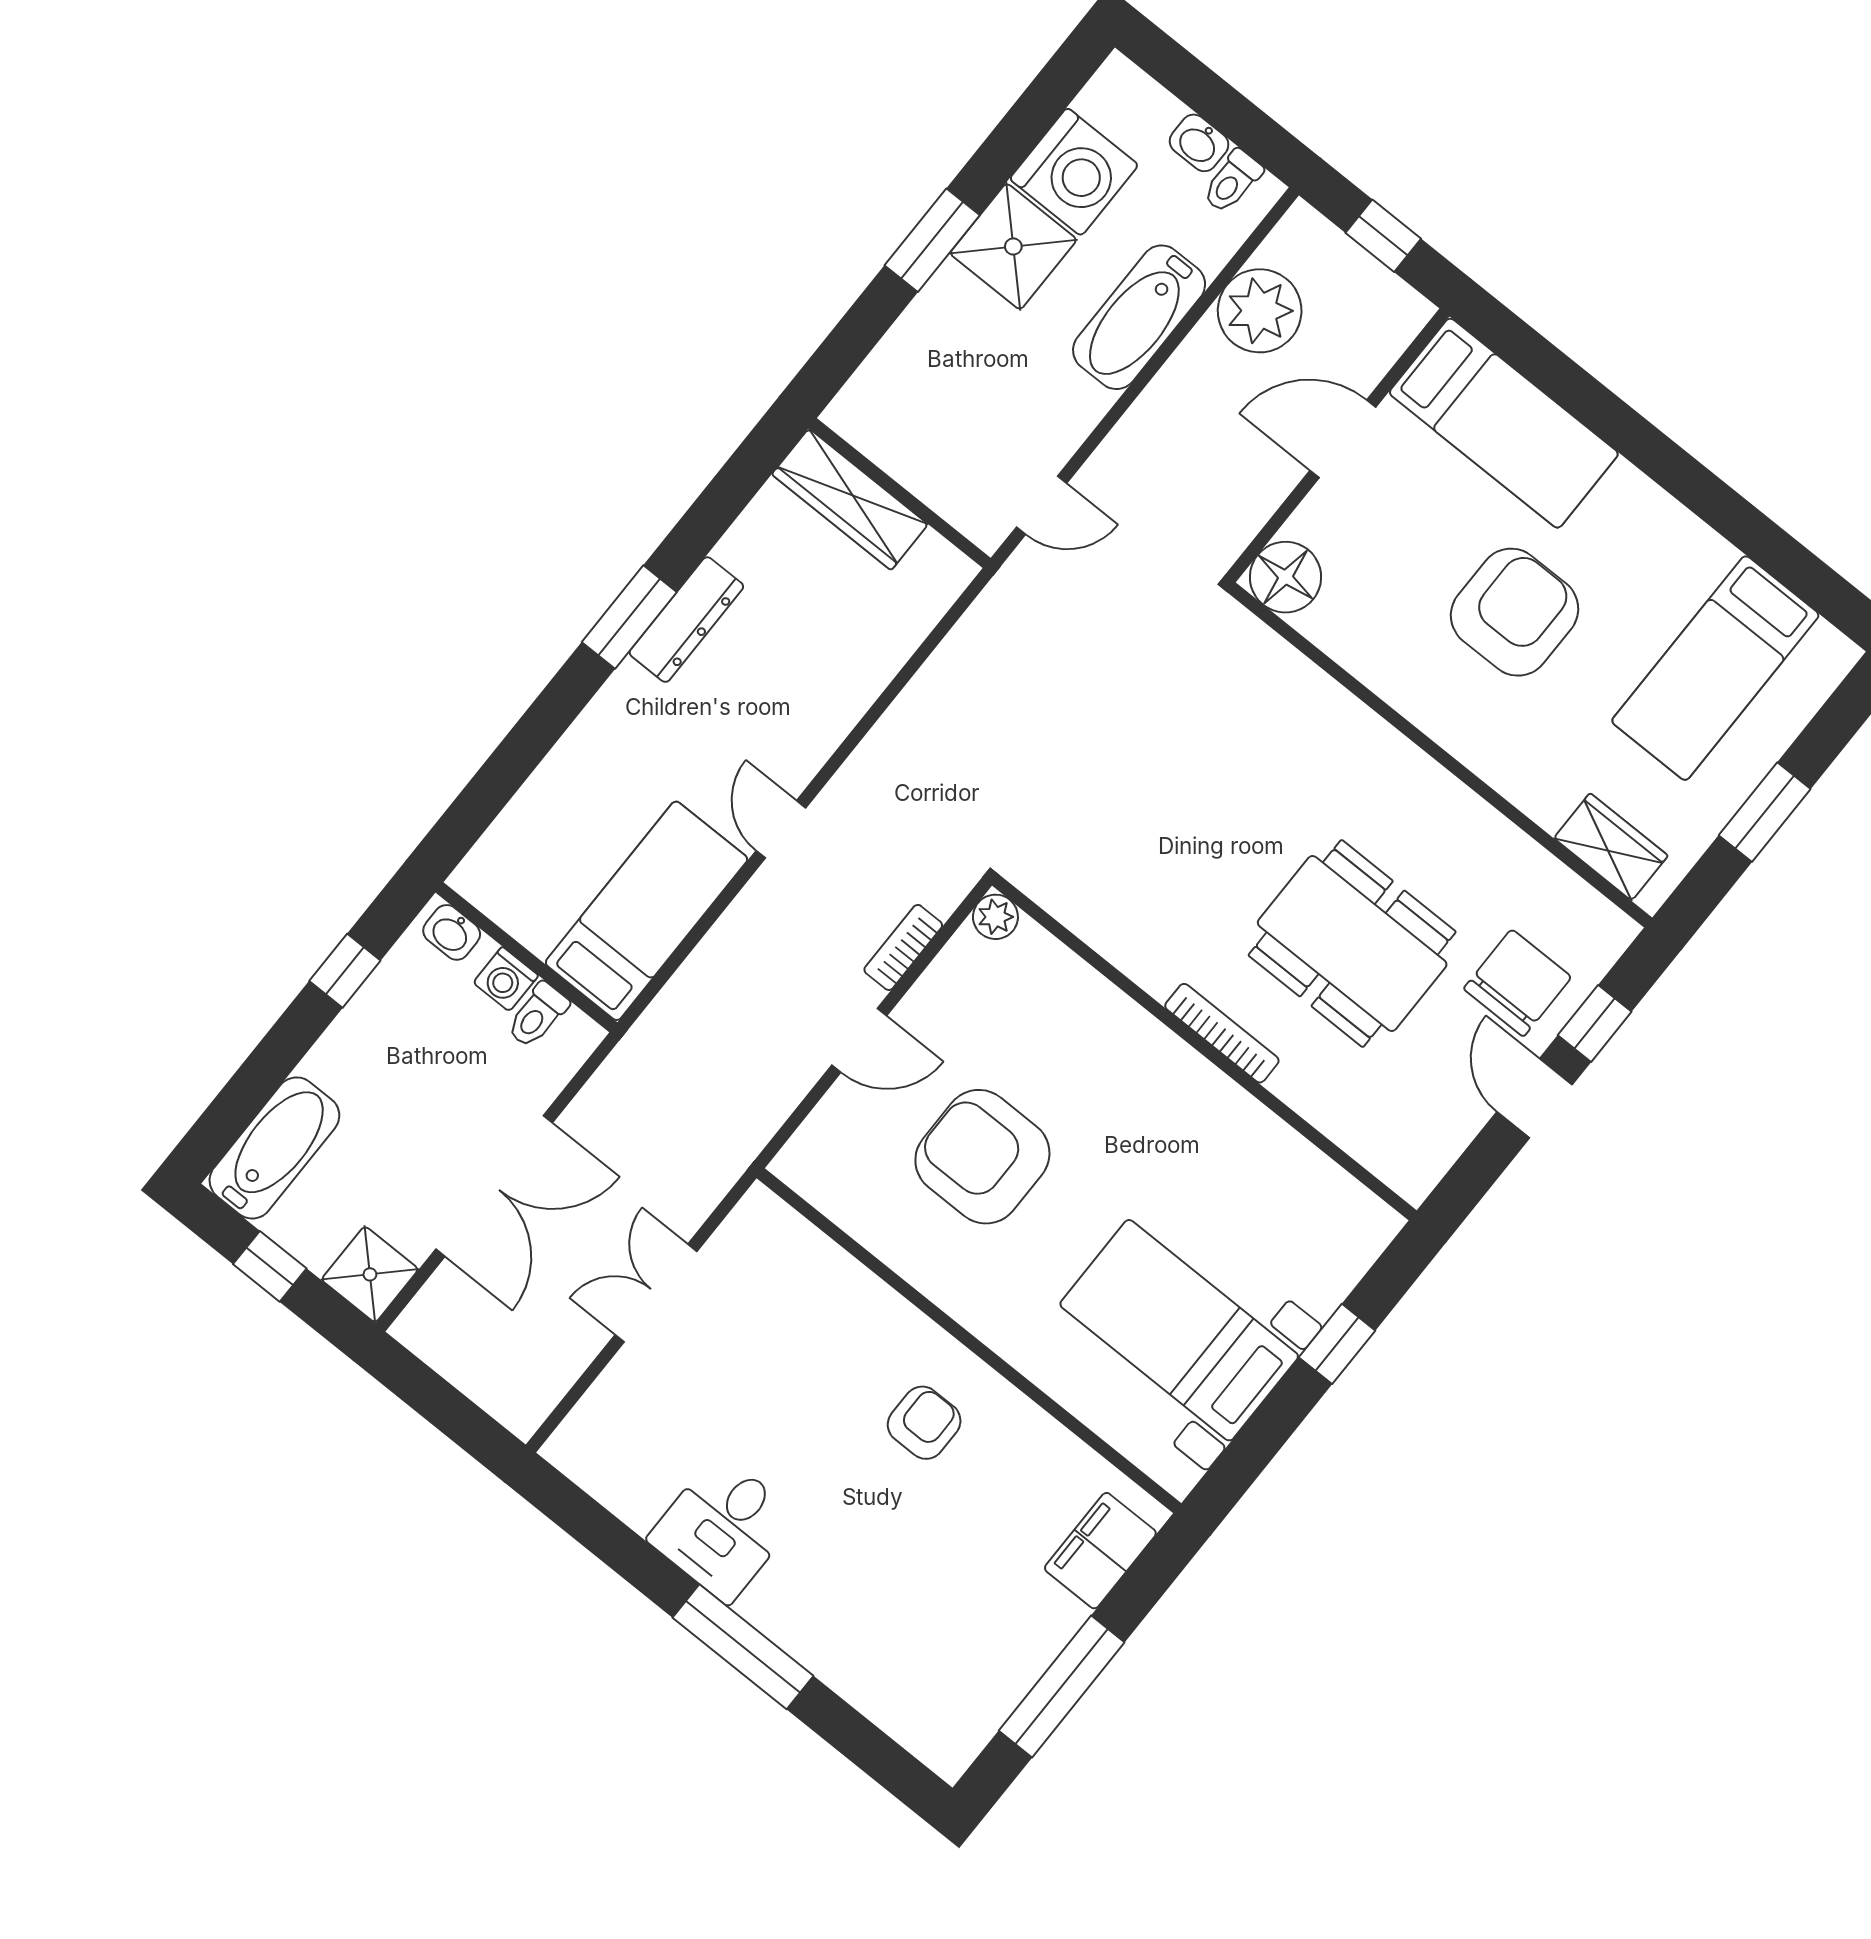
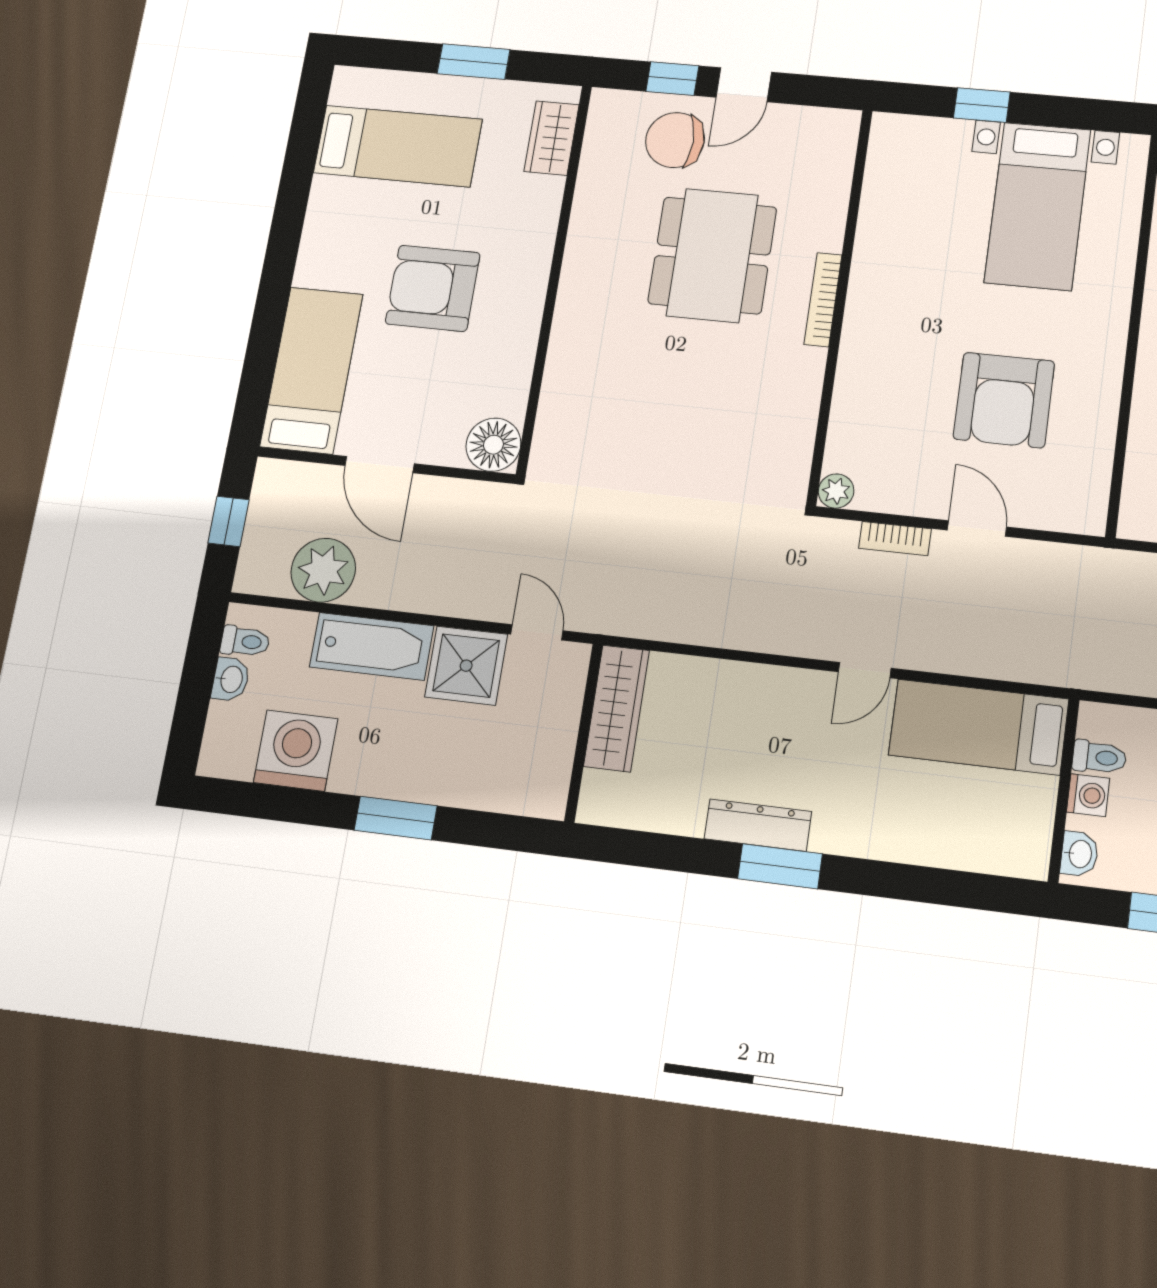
shower: (1013, 246) -> (466, 666), moved
wardrobe: (850, 499) -> (616, 708), moved

